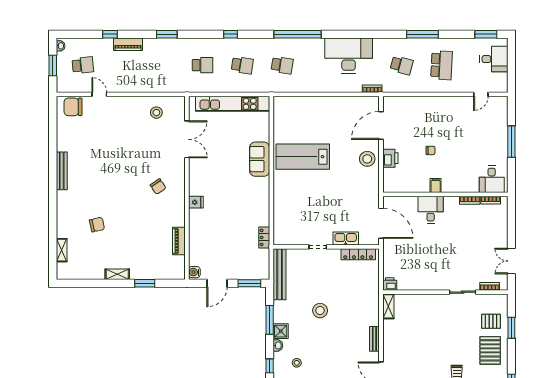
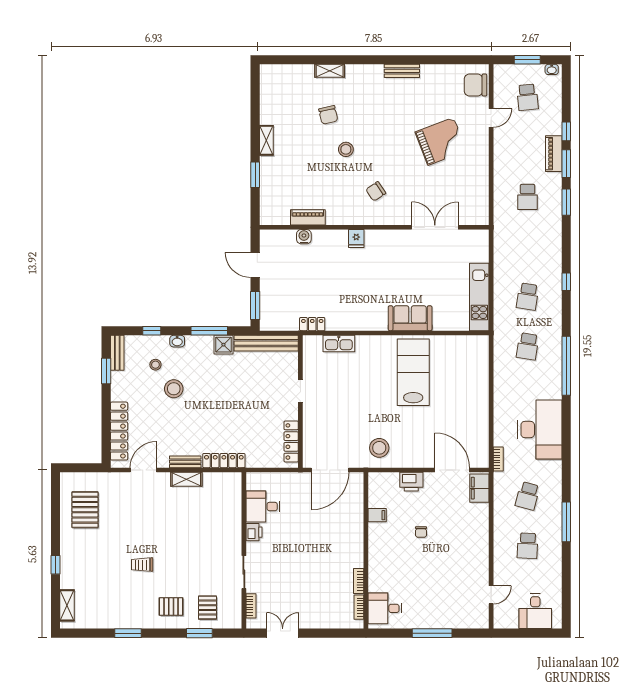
window: (486, 34) -> (566, 164), moved
school desk: (202, 65) -> (528, 197), moved
school desk: (442, 65) -> (528, 546), width x0.54
door: (481, 94) -> (491, 595), swing flipped
kitchen unit: (233, 104) -> (479, 297), width x0.73
filing cabinet: (395, 104) -> (479, 488), added
chair: (73, 107) -> (476, 85), turned -90
stool: (156, 113) -> (346, 149), moved
grand piano: (118, 135) -> (441, 141), added
double door: (187, 139) -> (435, 227), swing flipped
stool: (367, 159) -> (379, 448), moved
bench: (62, 171) -> (402, 71), width x0.73
filing cabinet: (436, 185) -> (377, 515), moved
desk: (431, 210) -> (263, 507), moved, turned 180
kitchen sink: (346, 238) -> (339, 344), moved, turned 90
shelving: (62, 250) -> (330, 71), moved
water cooler: (194, 272) -> (304, 237), moved
printer: (390, 284) -> (254, 532), moved
shelving: (388, 306) -> (186, 479), moved
locker: (373, 308) -> (224, 461), added
stool: (320, 311) -> (174, 389), moved
shower: (281, 331) -> (223, 345), moved
pallet: (490, 350) -> (171, 607), width x0.67, depth x0.71

